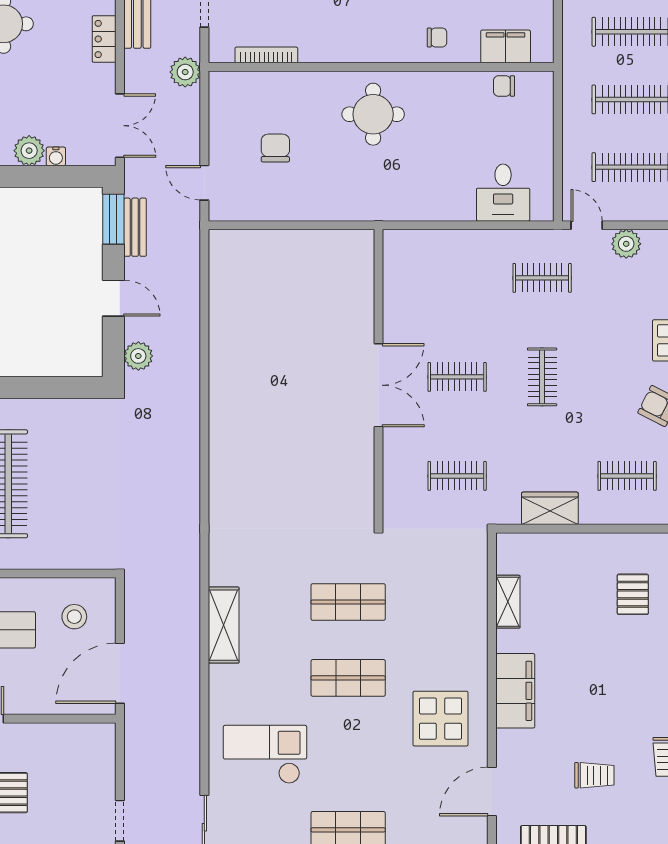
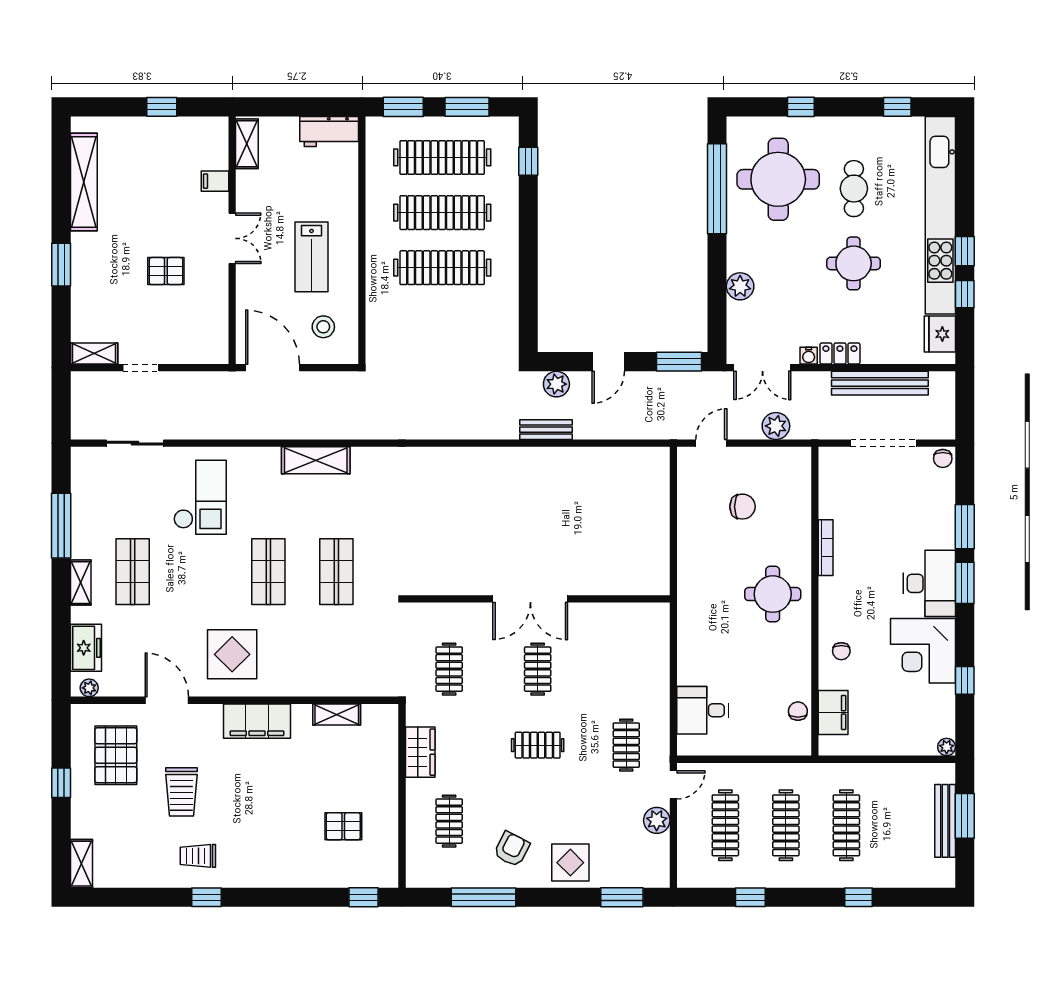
bookcase: (266, 55) -> (826, 548), moved
plant: (185, 72) -> (776, 426), moved
water cooler: (56, 156) -> (809, 356), moved, turned -90
bench: (135, 227) -> (546, 430), moved
trolley: (594, 775) -> (181, 792), width x1.36, depth x1.39

